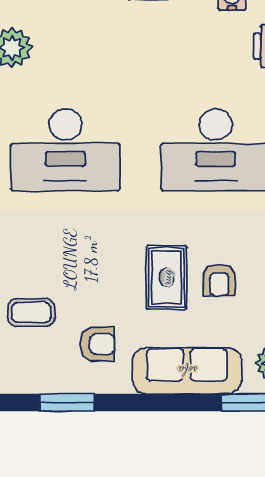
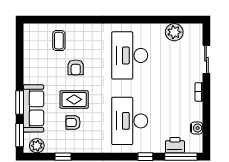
armchair: (97, 344) -> (76, 67), moved
window: (67, 402) -> (20, 102), moved

